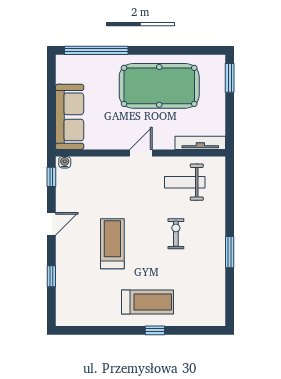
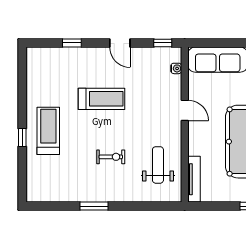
door: (141, 153) -> (185, 110), moved
water cooler: (65, 162) -> (176, 68), moved
treadmill: (148, 302) -> (48, 131), turned 180

